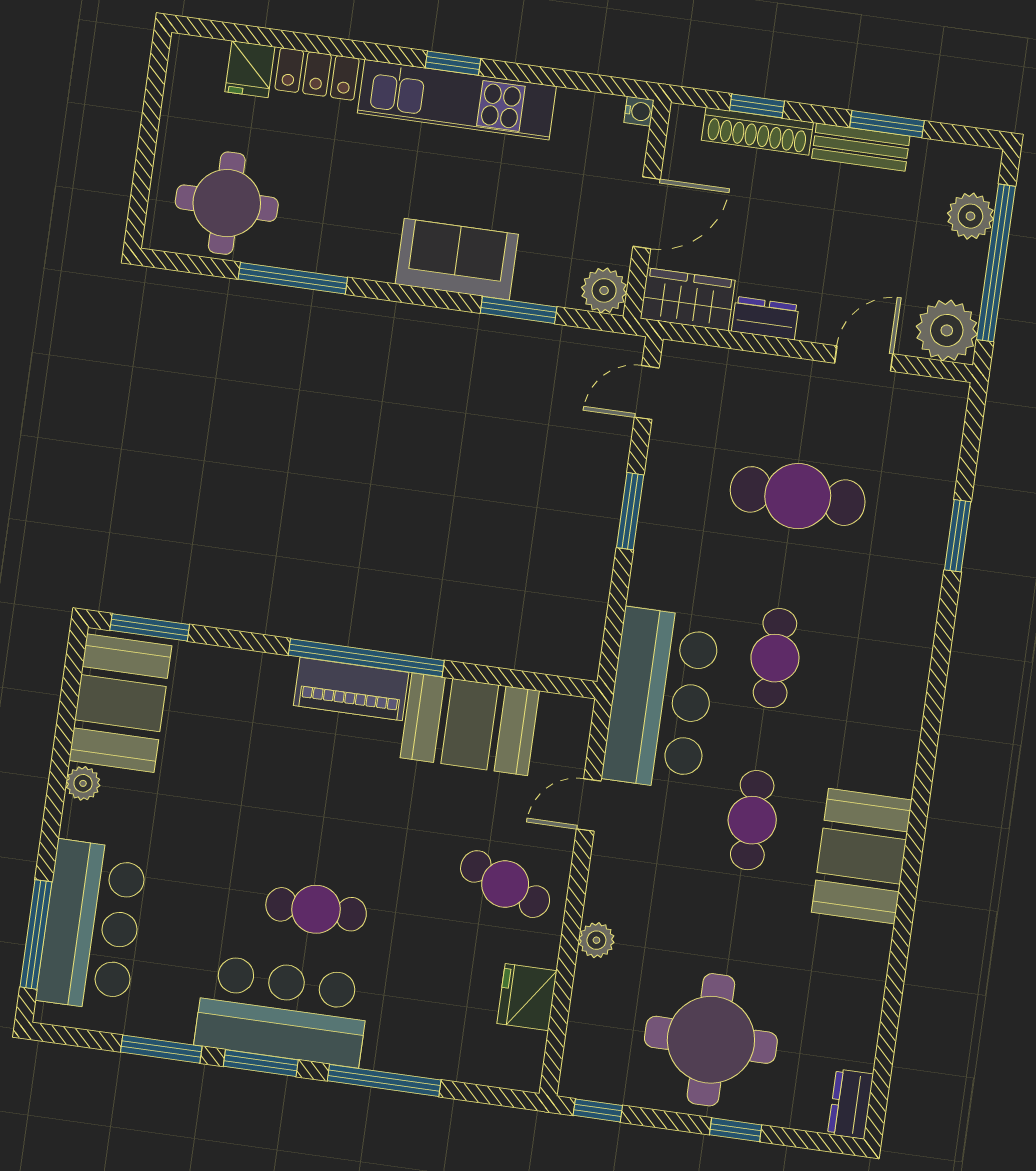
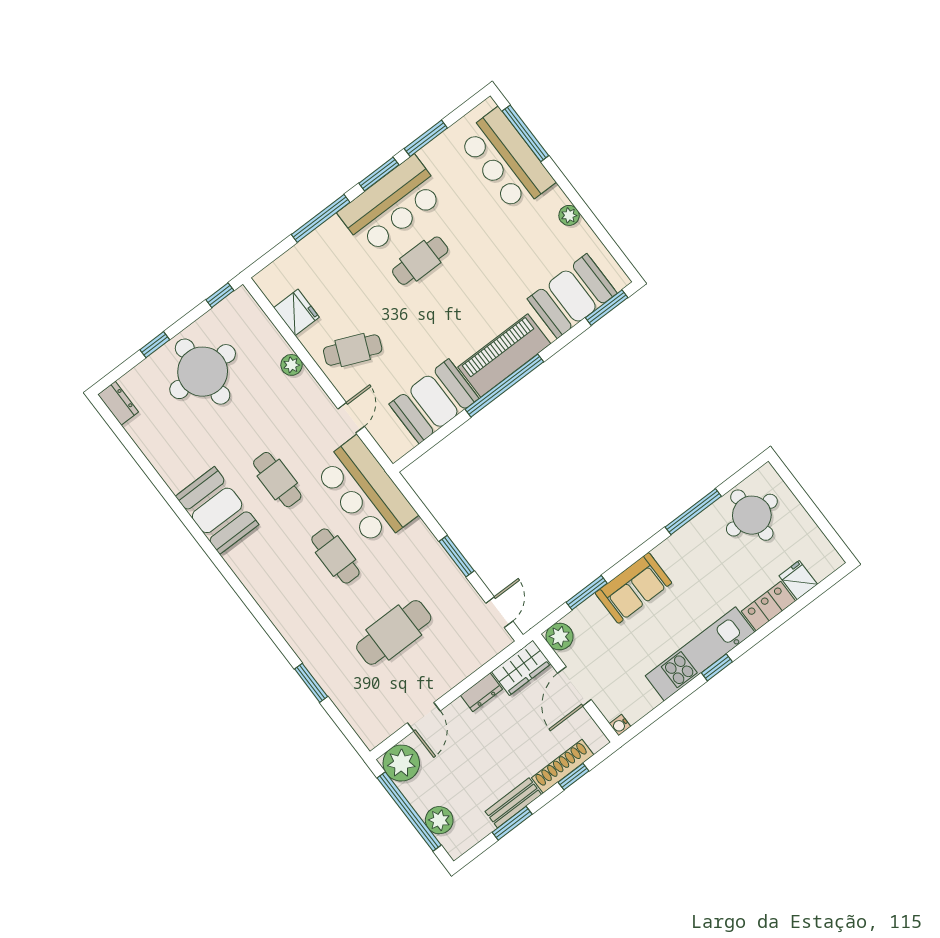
piano: (351, 689) -> (504, 355), width x1.37, depth x1.33
booth: (120, 703) -> (572, 296), moved, turned 90

